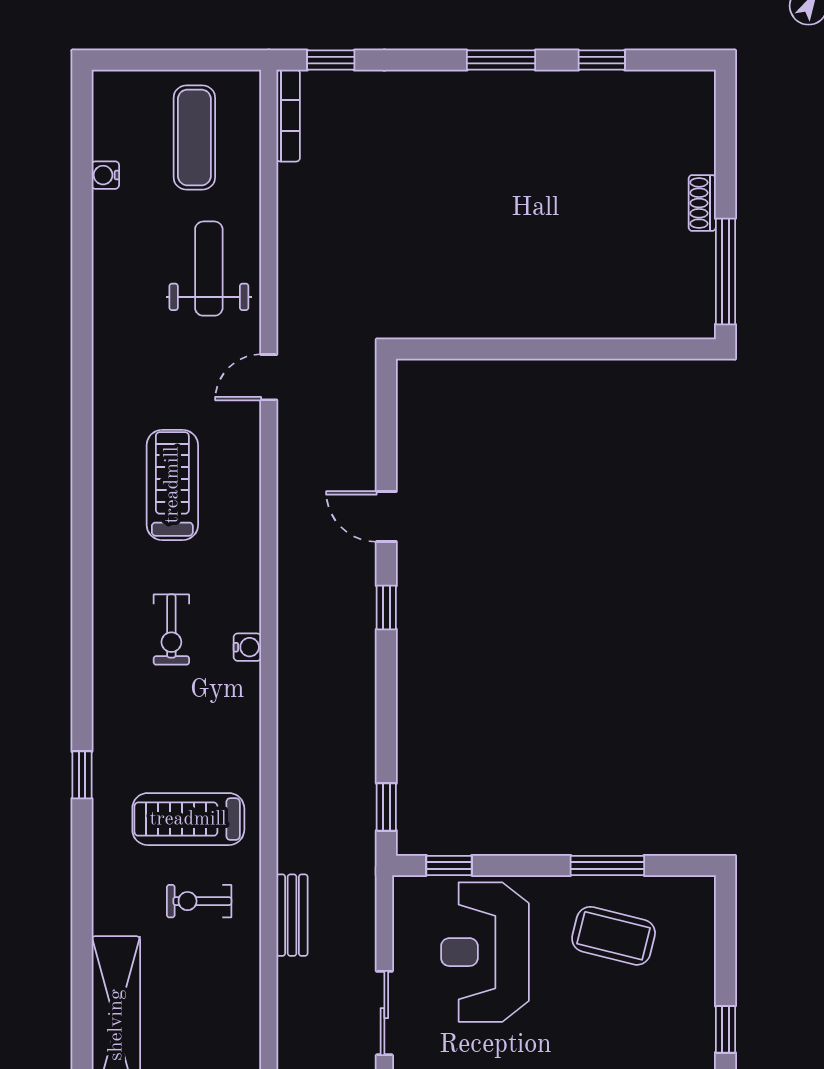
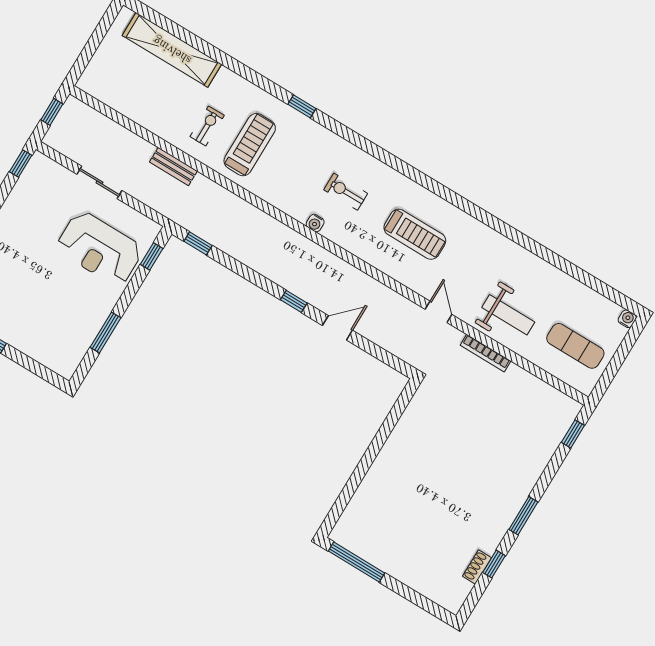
bookcase: (288, 116) -> (485, 353), moved
water cooler: (105, 175) -> (627, 319), moved
shoe rack: (702, 203) -> (477, 567), moved, turned -90
coffee table: (614, 936) -> (70, 315), removed
reception desk: (485, 952) -> (100, 248), turned 180

